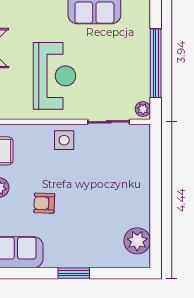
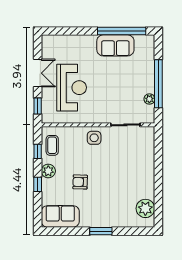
reception desk: (55, 76) -> (72, 88), moved
plant: (143, 109) -> (149, 99), moved

